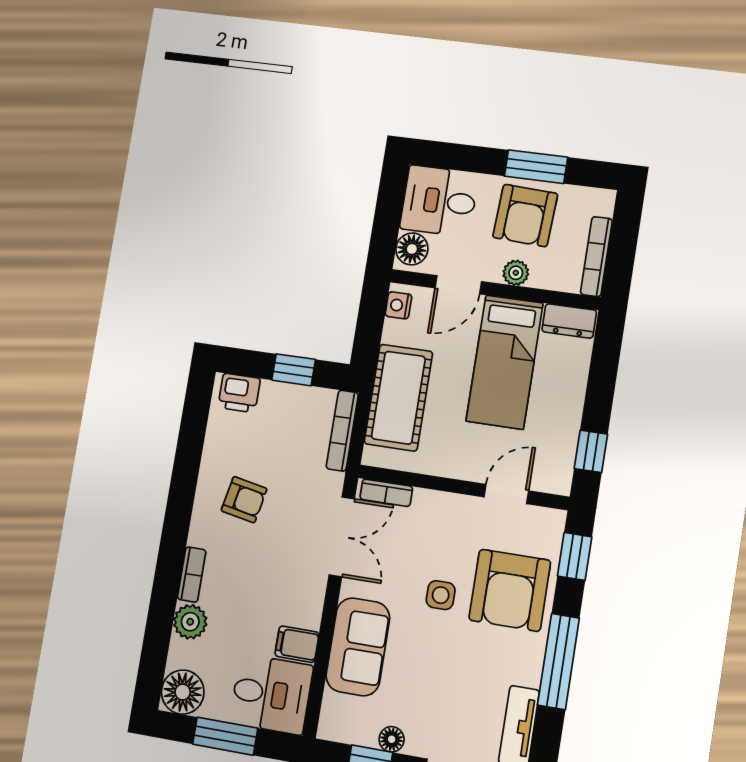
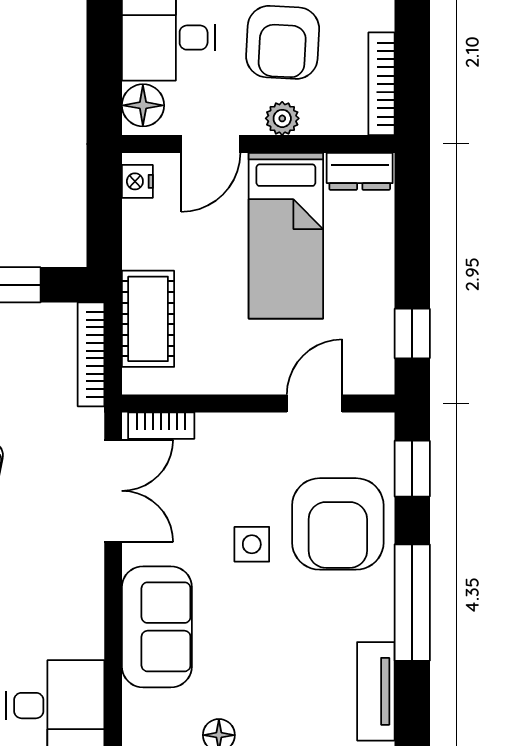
cot: (398, 398) -> (148, 319), width x0.73, depth x0.75
filing cabinet: (297, 644) -> (78, 637), removed

